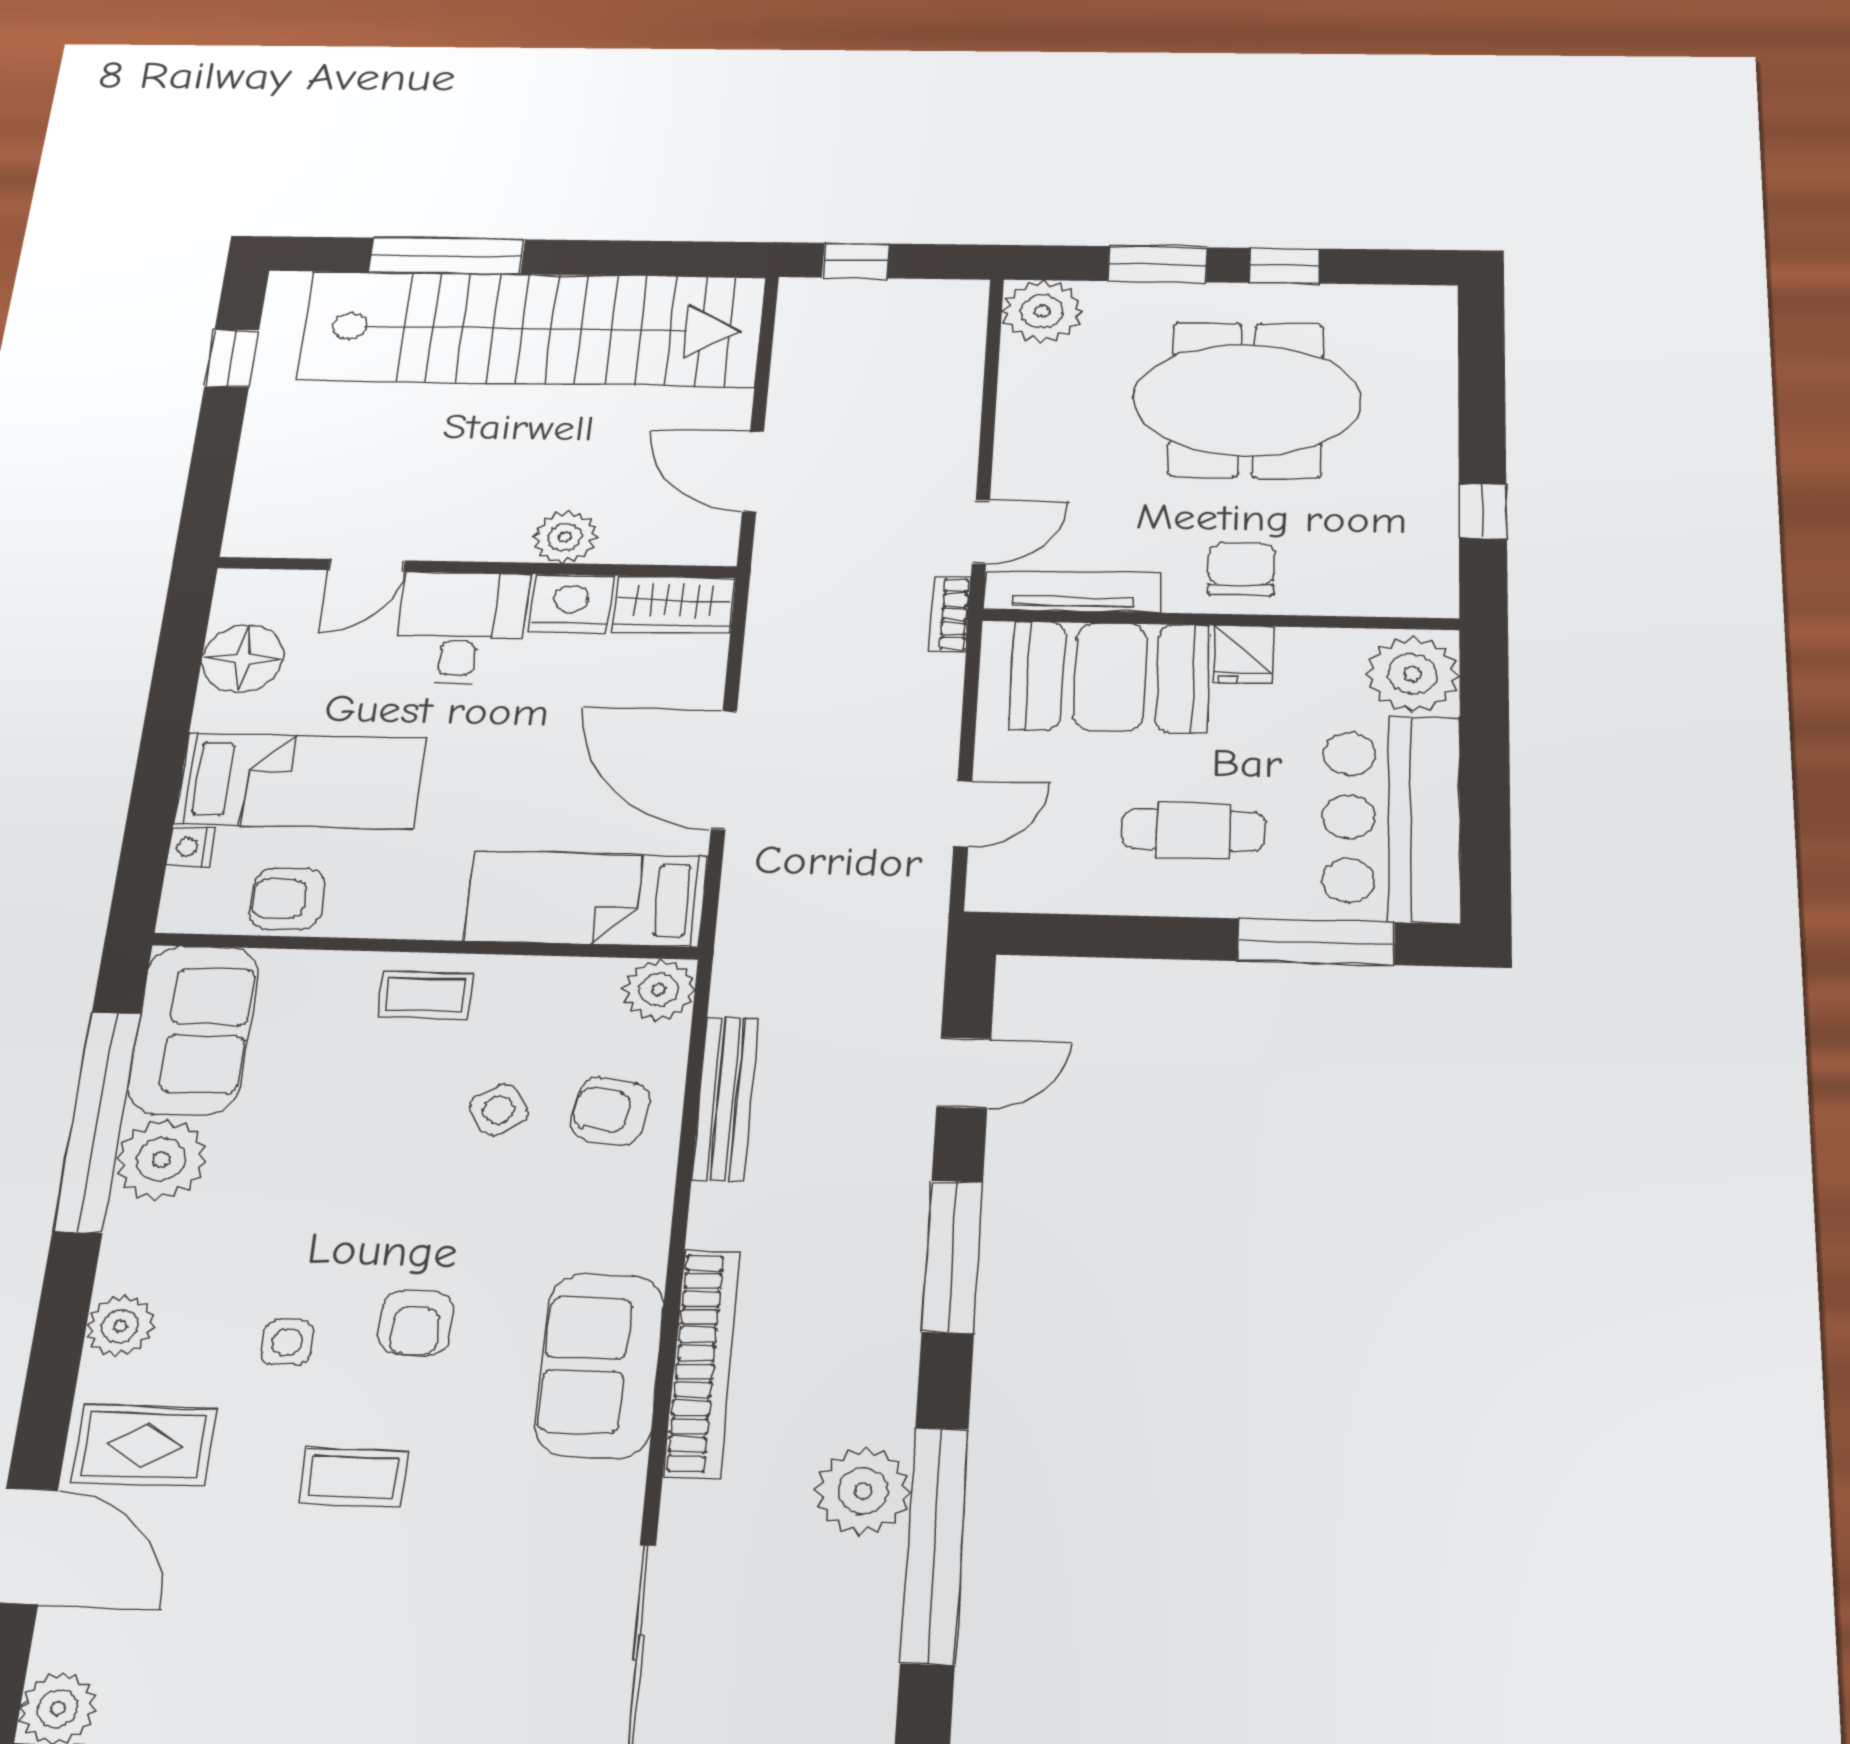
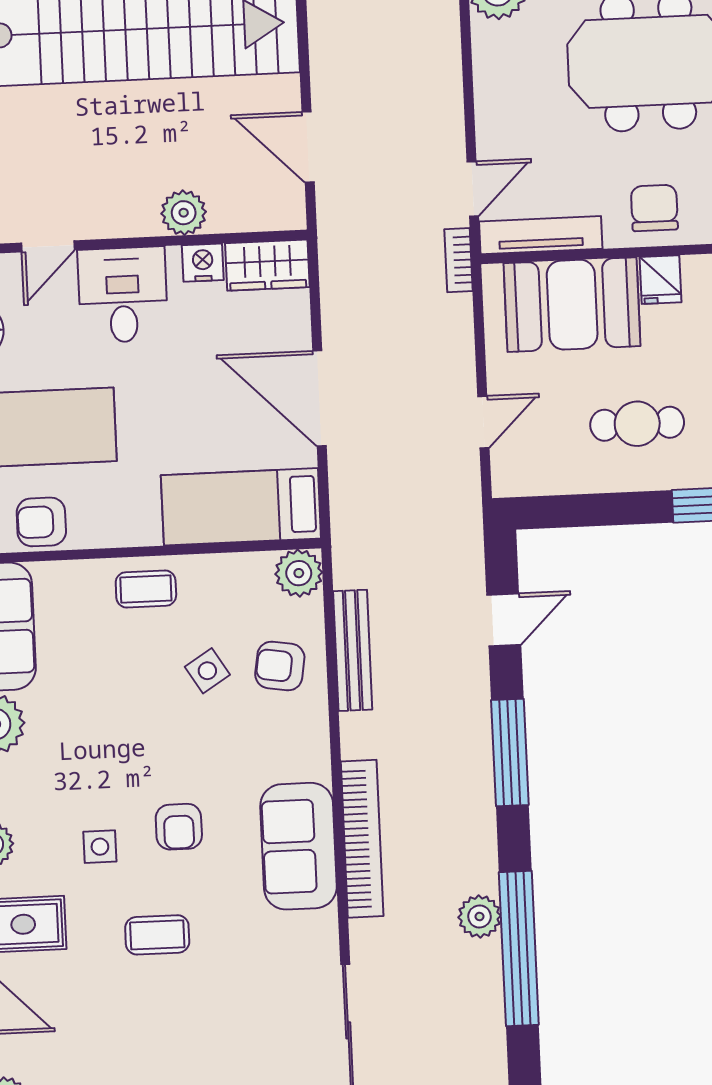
nightstand: (571, 603) -> (203, 263), width x0.74, depth x0.75
plant: (863, 1491) -> (479, 916), width x0.73, depth x0.73

